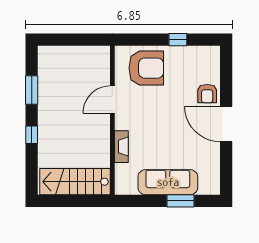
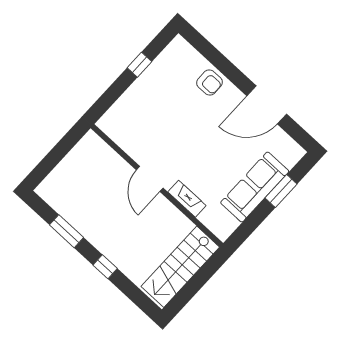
armchair: (146, 68) -> (139, 115), removed
door: (112, 100) -> (150, 179), moved
door: (226, 124) -> (267, 105), moved

